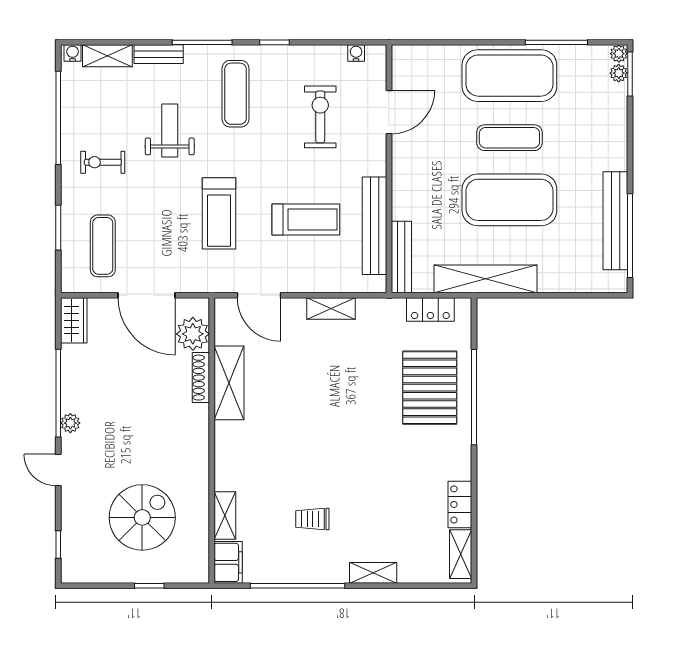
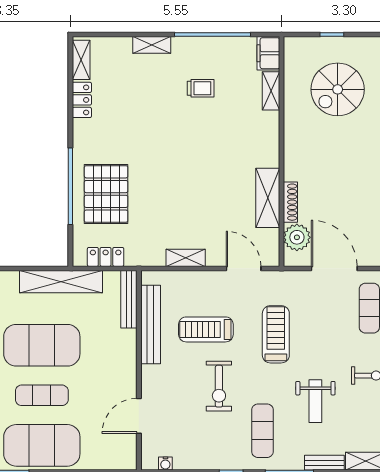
exercise bike: (320, 117) -> (219, 386), moved

